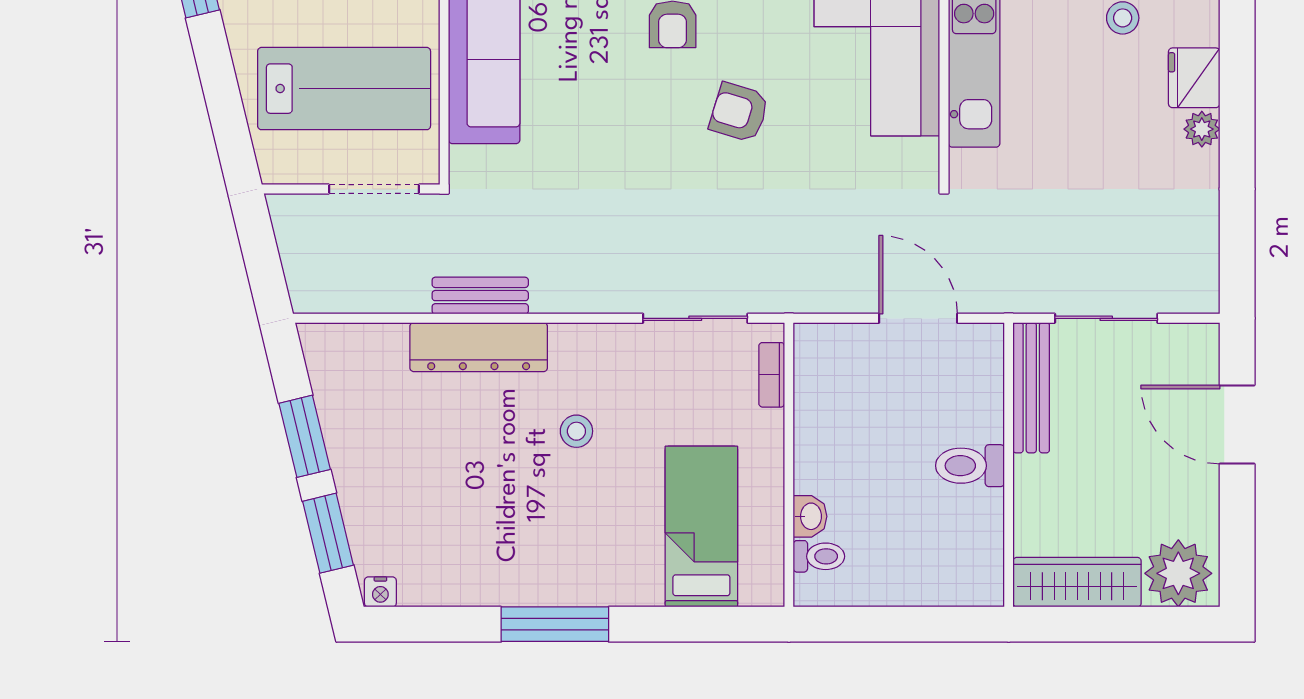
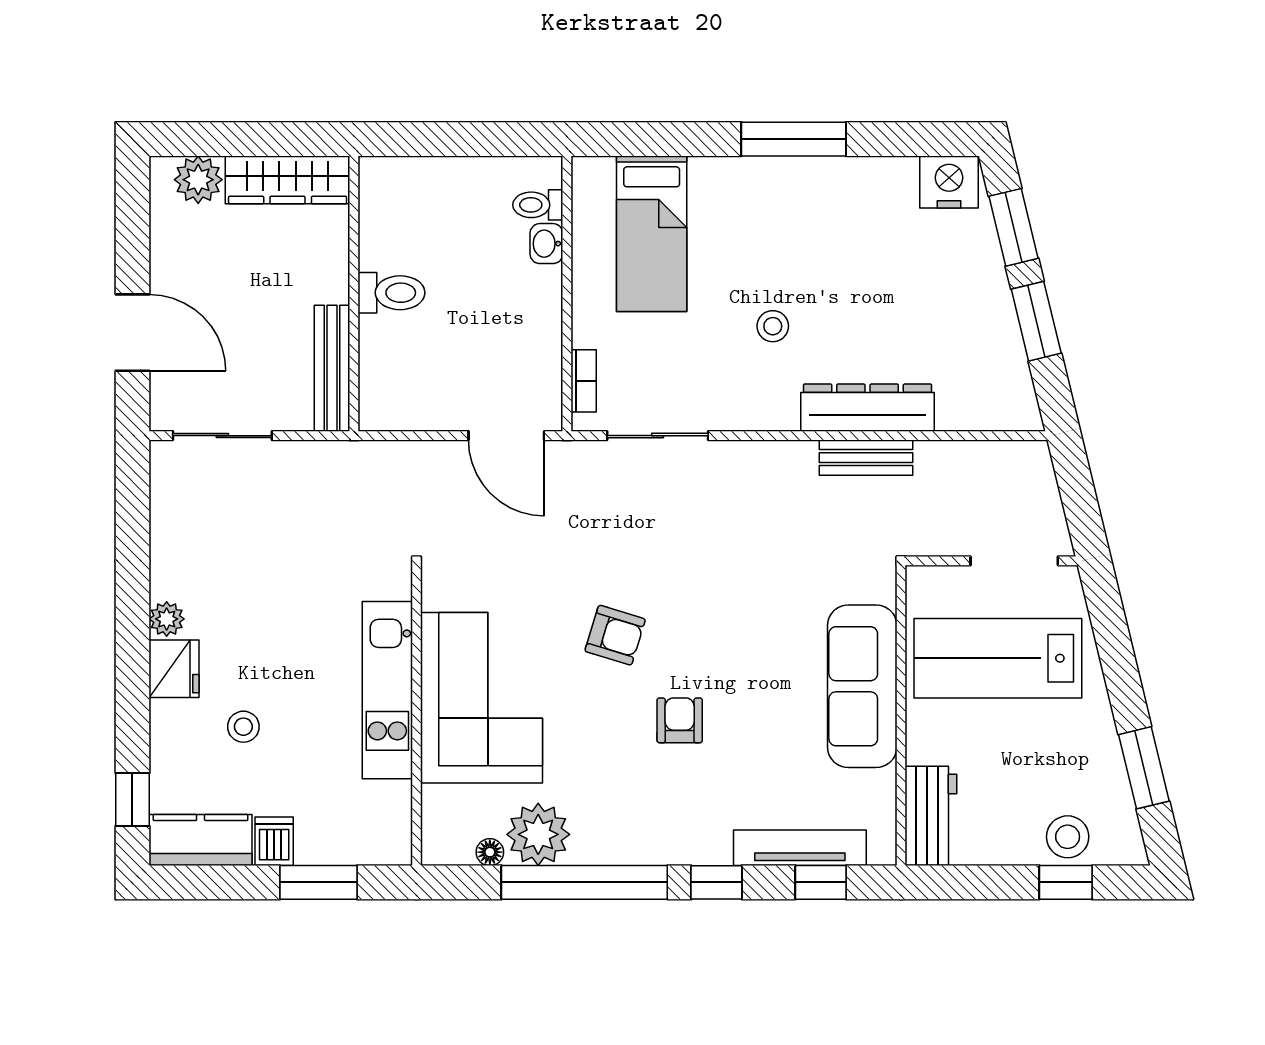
doorway: (374, 189) -> (1014, 561), moved
door: (918, 318) -> (506, 436), moved
sliding door: (1106, 318) -> (222, 436), moved
plant: (1178, 573) -> (198, 180), width x0.73, depth x0.73
nightstand: (380, 592) -> (949, 182), width x1.89, depth x1.79

